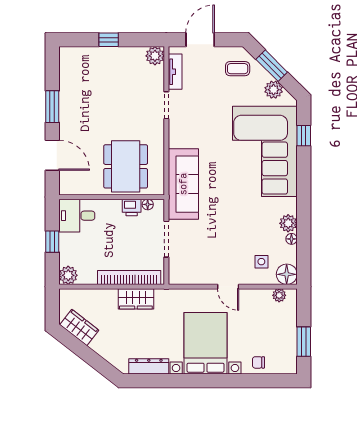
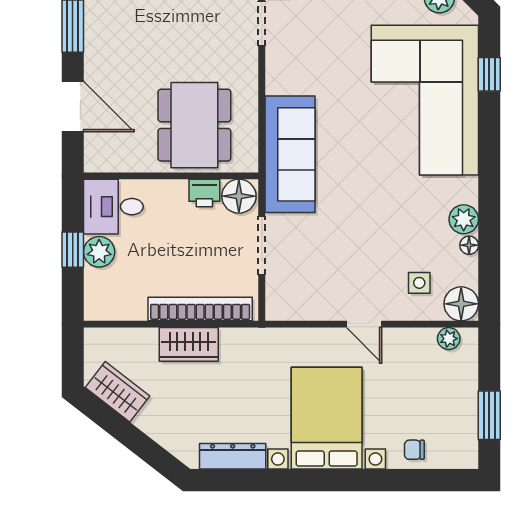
floor lamp: (148, 204) -> (239, 196), width x1.89, depth x1.89
plant: (68, 275) -> (99, 252), moved
wardrobe: (136, 299) -> (189, 344), moved

